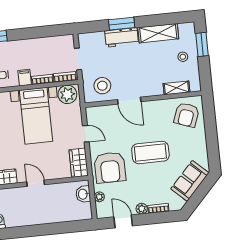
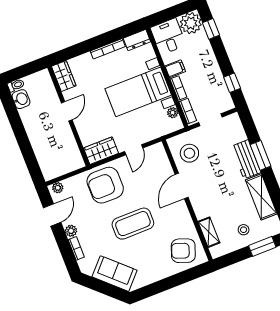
window: (51, 31) -> (232, 83), added
plant: (67, 94) -> (173, 113), width x0.53, depth x0.53
coffee table: (150, 152) -> (133, 224), turned 90
washbasin: (83, 194) -> (21, 99), moved, turned 90
plant: (99, 197) -> (58, 188), moved

